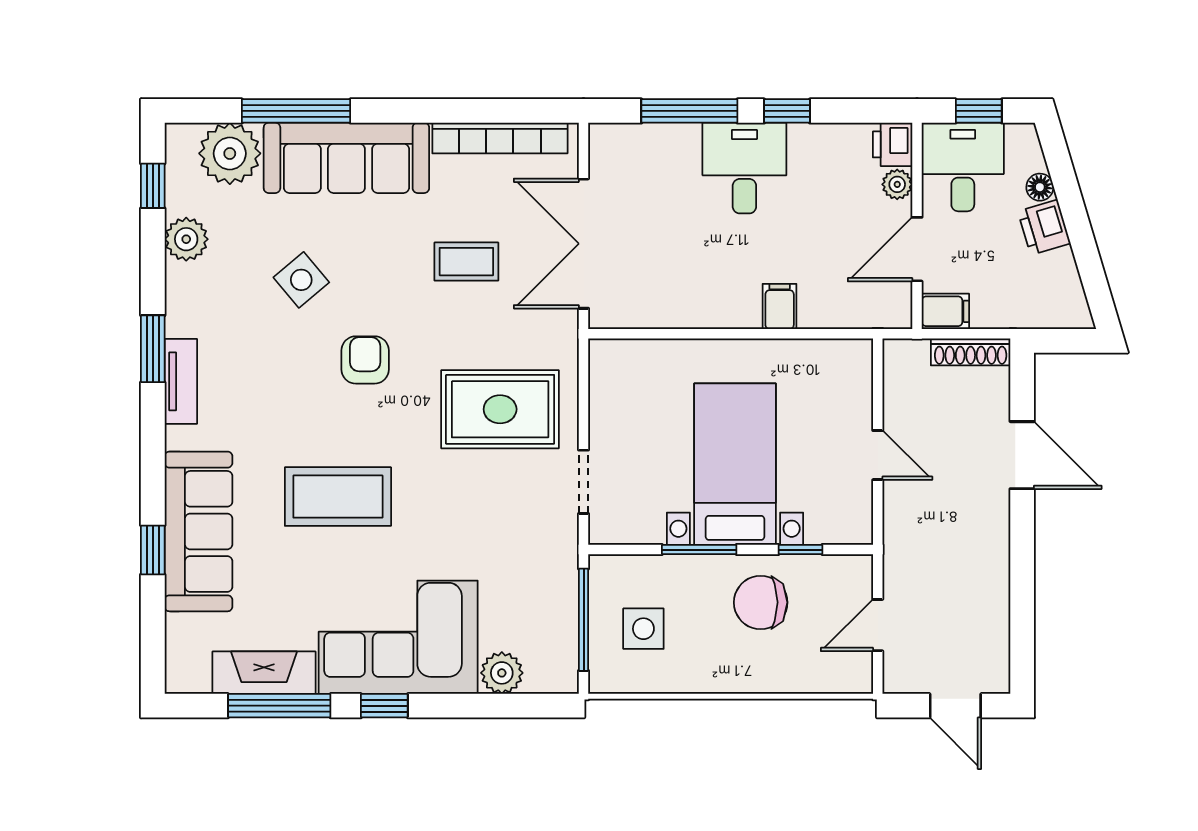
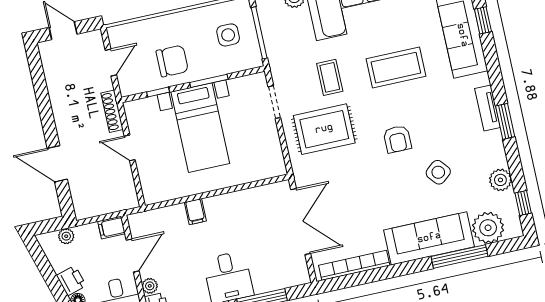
coffee table: (466, 262) -> (330, 77), moved, turned 90
plant: (1035, 314) -> (66, 236), added
shoe rack: (971, 352) -> (112, 111), moved, turned -90

